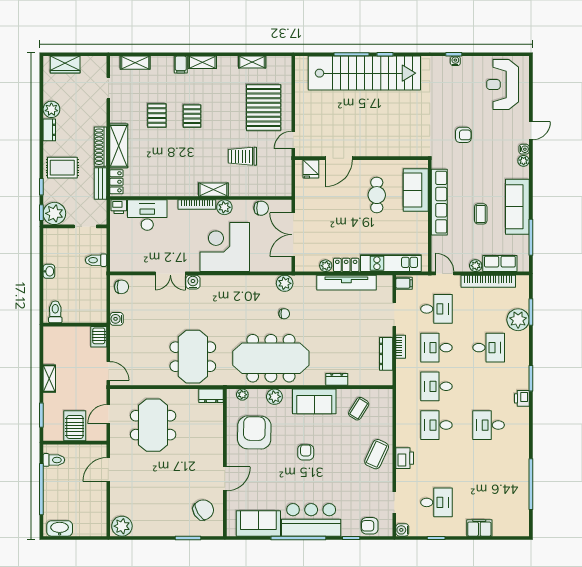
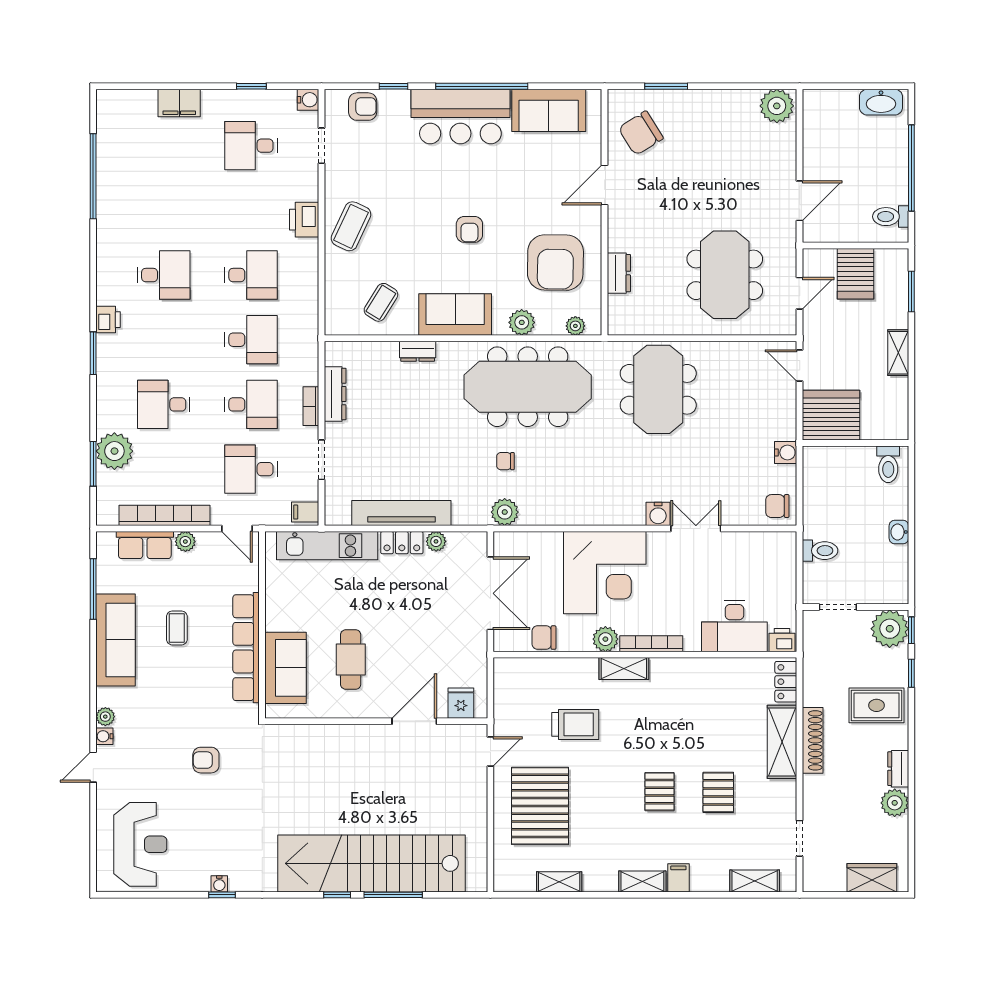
bench: (100, 184) -> (813, 679), removed
server rack: (99, 337) -> (831, 415), width x2.18, depth x1.44
dresser: (211, 396) -> (619, 273), moved, turned 90

